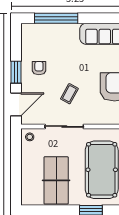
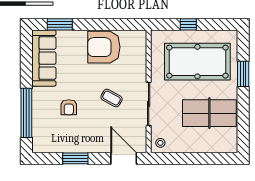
armchair: (39, 68) -> (69, 107), moved, turned -90
window: (16, 72) -> (75, 158), moved

